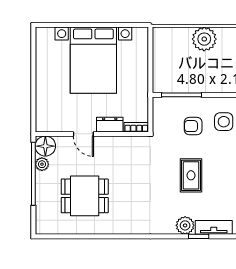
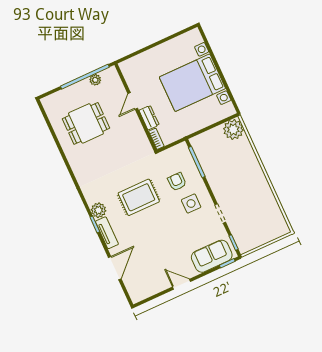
plant: (204, 39) -> (233, 129), moved
floor lamp: (45, 146) -> (110, 76), removed
rug: (191, 175) -> (139, 197), width x1.36, depth x1.43
dining table: (85, 196) -> (86, 123), turned 90

